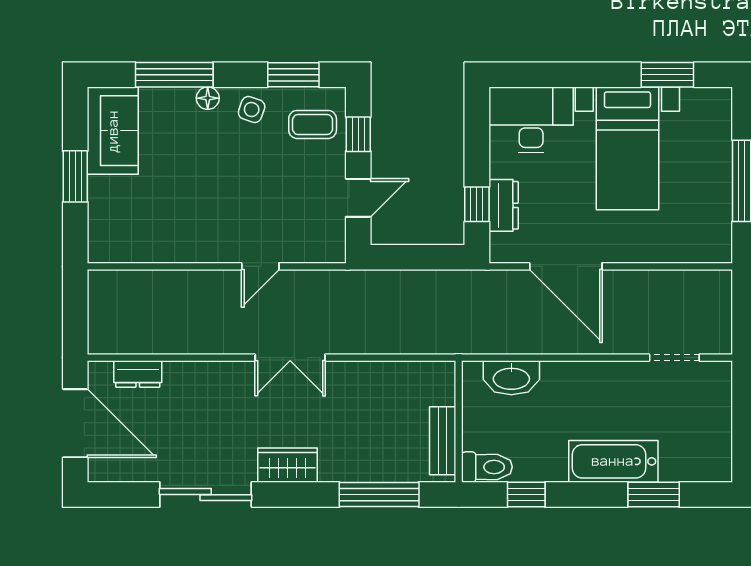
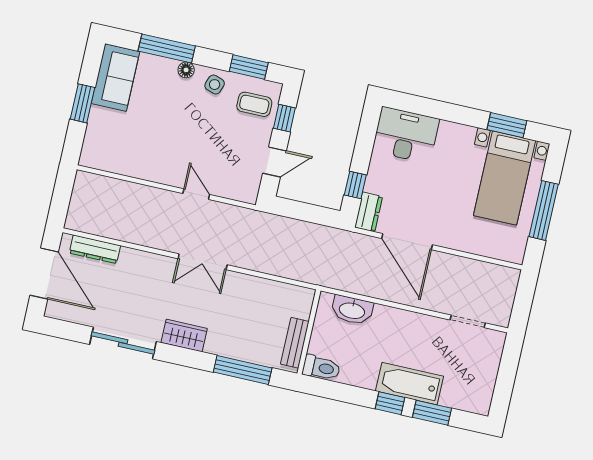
bed with nightstands: (627, 148) -> (504, 178), moved
dresser: (504, 205) -> (369, 212), moved
door: (260, 266) -> (196, 194), swing flipped
dresser: (138, 374) -> (95, 249), width x1.44
window: (526, 495) -> (390, 403), moved

